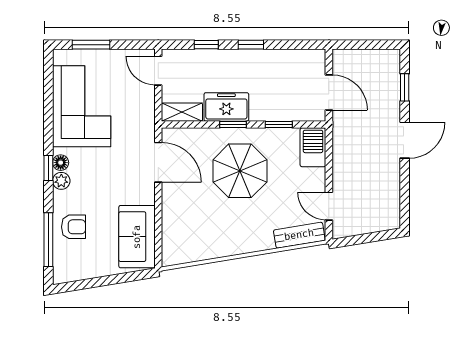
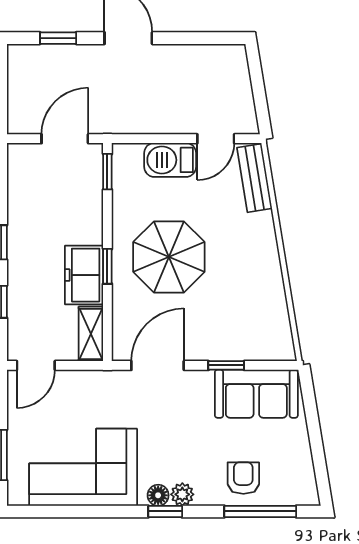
window: (279, 125) -> (107, 172), moved
barbecue: (313, 147) -> (170, 160), moved
window: (158, 214) -> (226, 365), added

